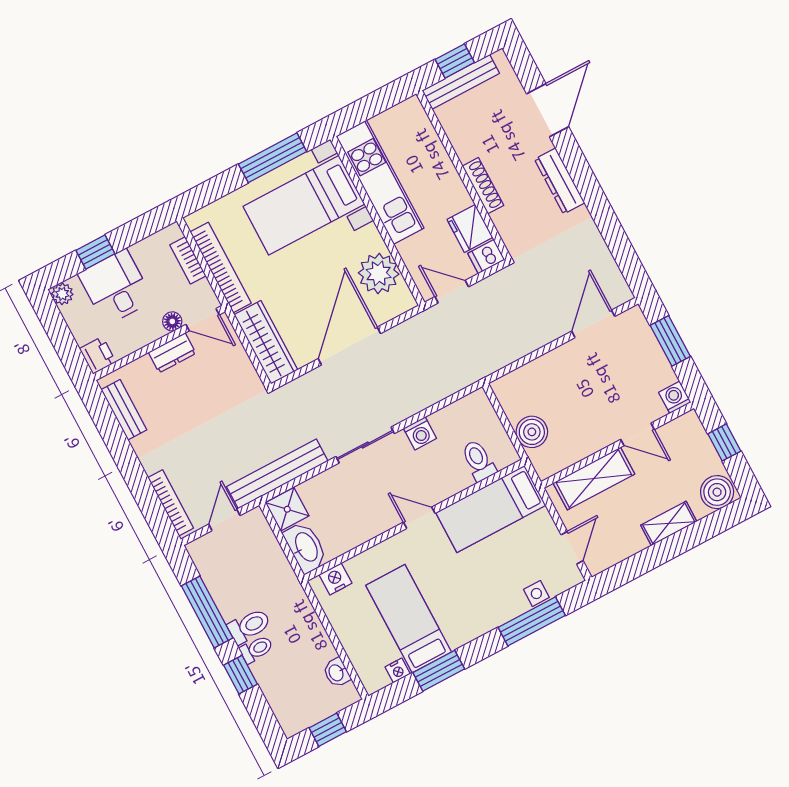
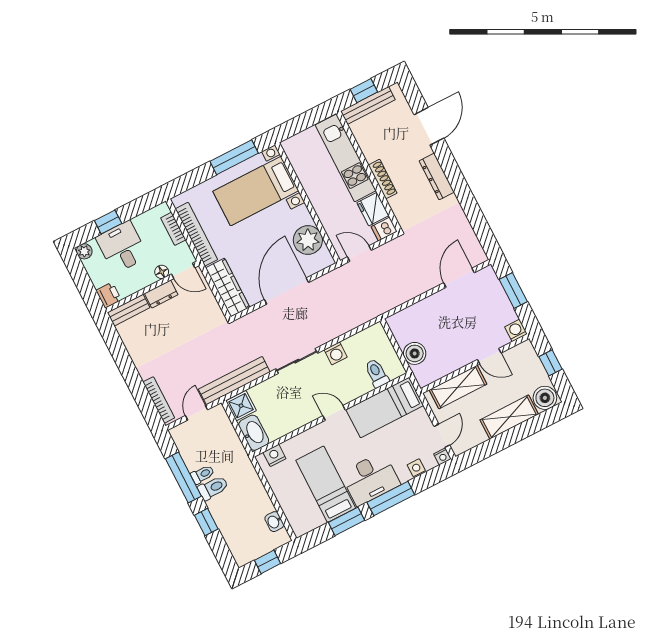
kitchen unit: (380, 182) -> (346, 158), moved, turned 180
bench: (124, 410) -> (128, 310), moved, turned 90
shelving: (669, 523) -> (509, 417), width x1.50, depth x1.33
desk: (472, 610) -> (370, 479), added
window: (532, 621) -> (391, 499), moved
toilet: (256, 649) -> (202, 474), moved
nightstand: (398, 670) -> (442, 456), moved

